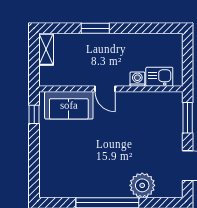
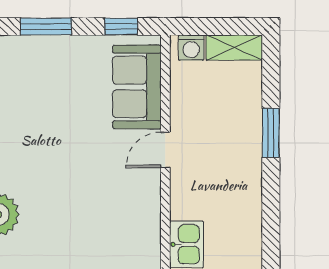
washing machine: (137, 79) -> (191, 48), moved, turned 90
window: (34, 158) -> (46, 26), added

